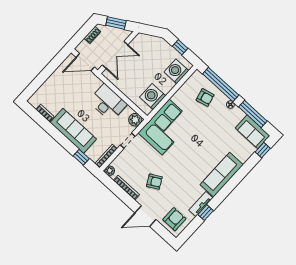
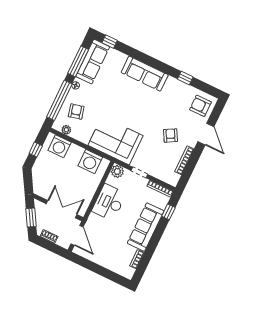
sofa: (253, 132) -> (93, 62), width x1.36
plant: (110, 171) -> (66, 130), moved
tv unit: (201, 204) -> (178, 85), removed

